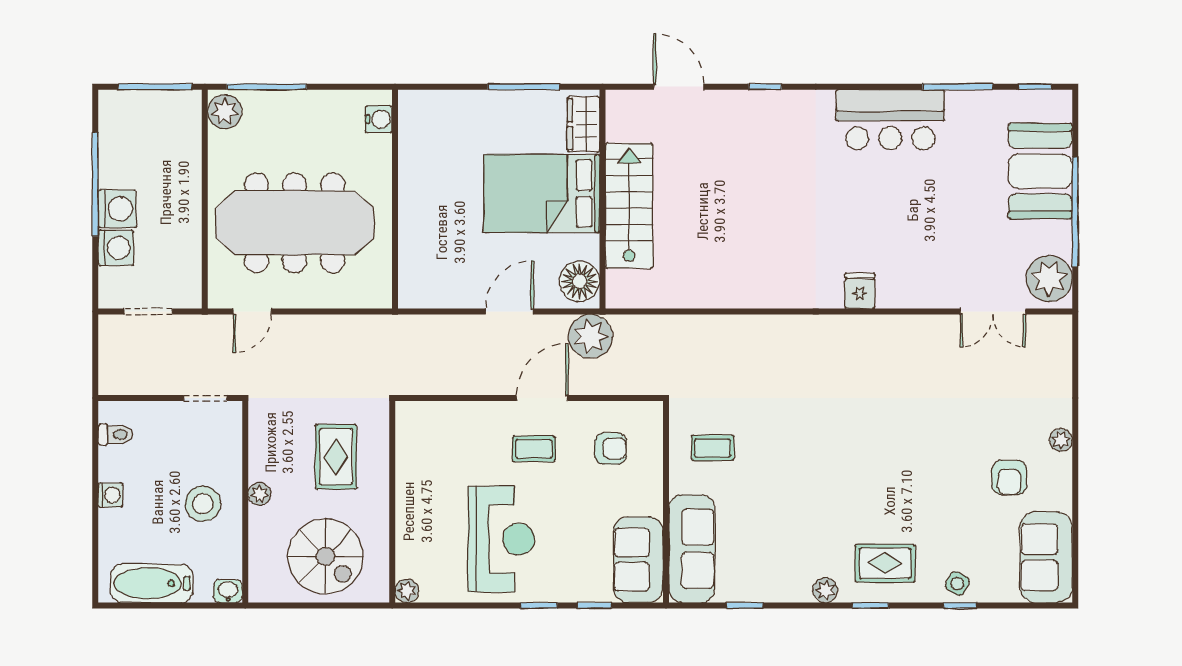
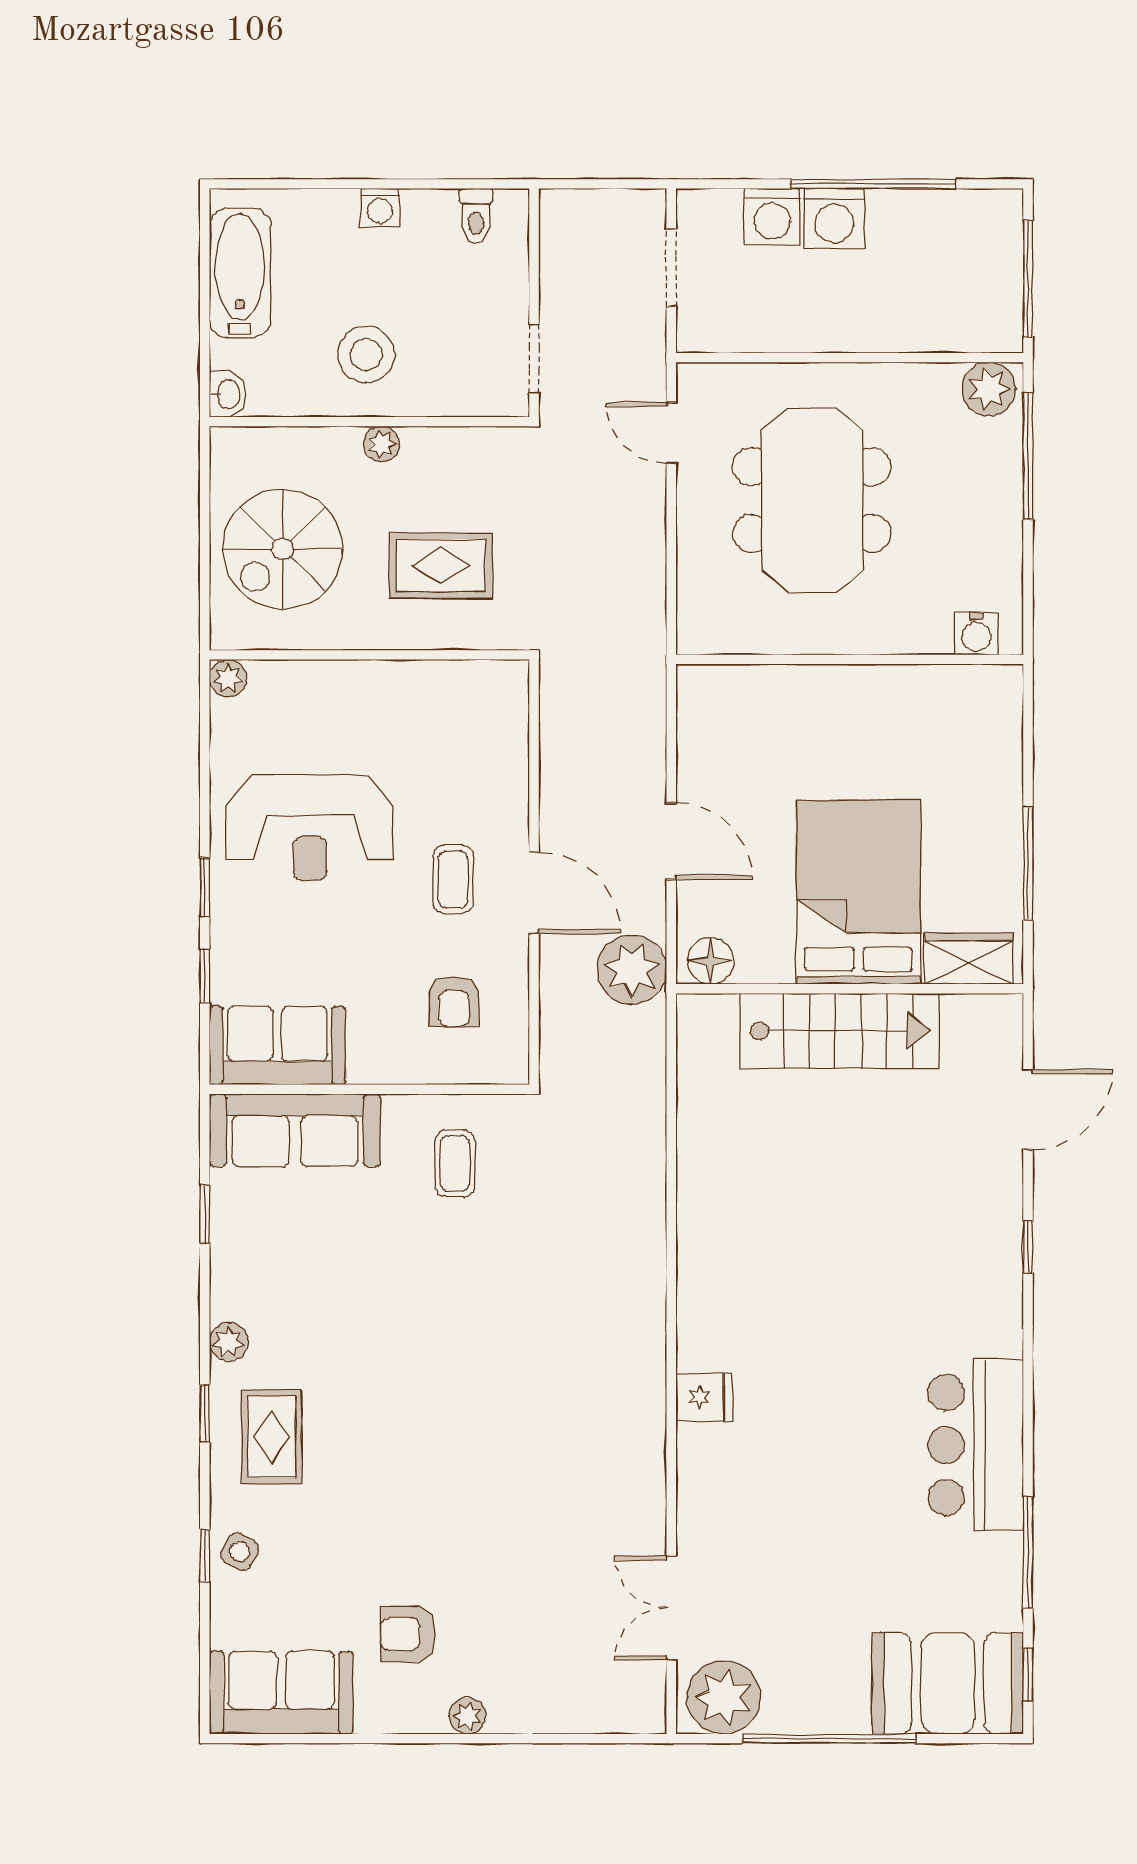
booth: (1040, 171) -> (948, 1683), moved
meeting table: (295, 223) -> (812, 500), width x0.73
floor lamp: (580, 281) -> (711, 961), width x0.73, depth x0.73

